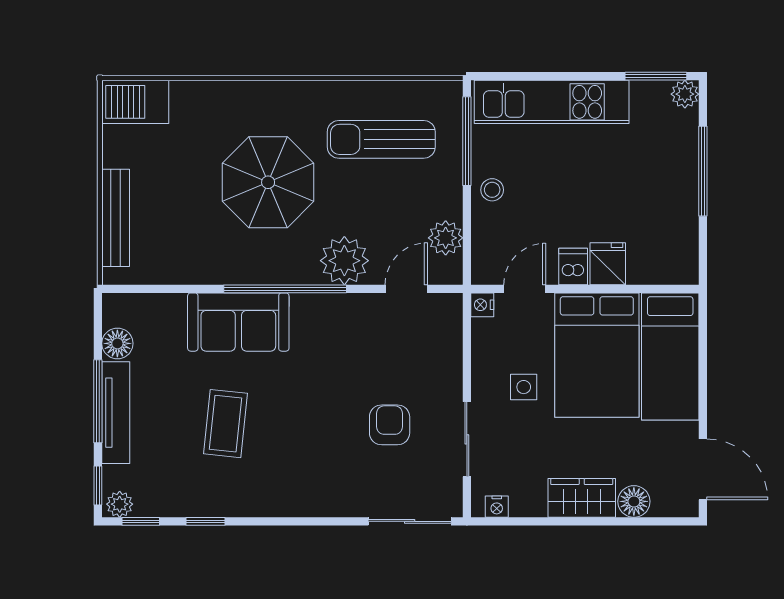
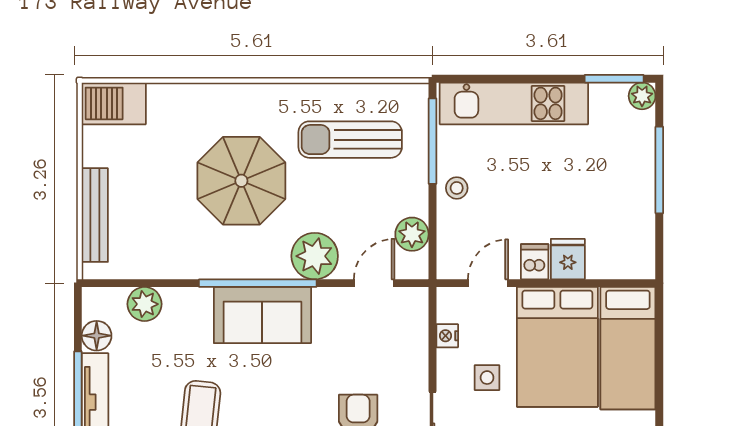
nightstand: (482, 305) -> (447, 336), moved
plant: (167, 311) -> (145, 304), added
sofa: (238, 322) -> (262, 315), moved

